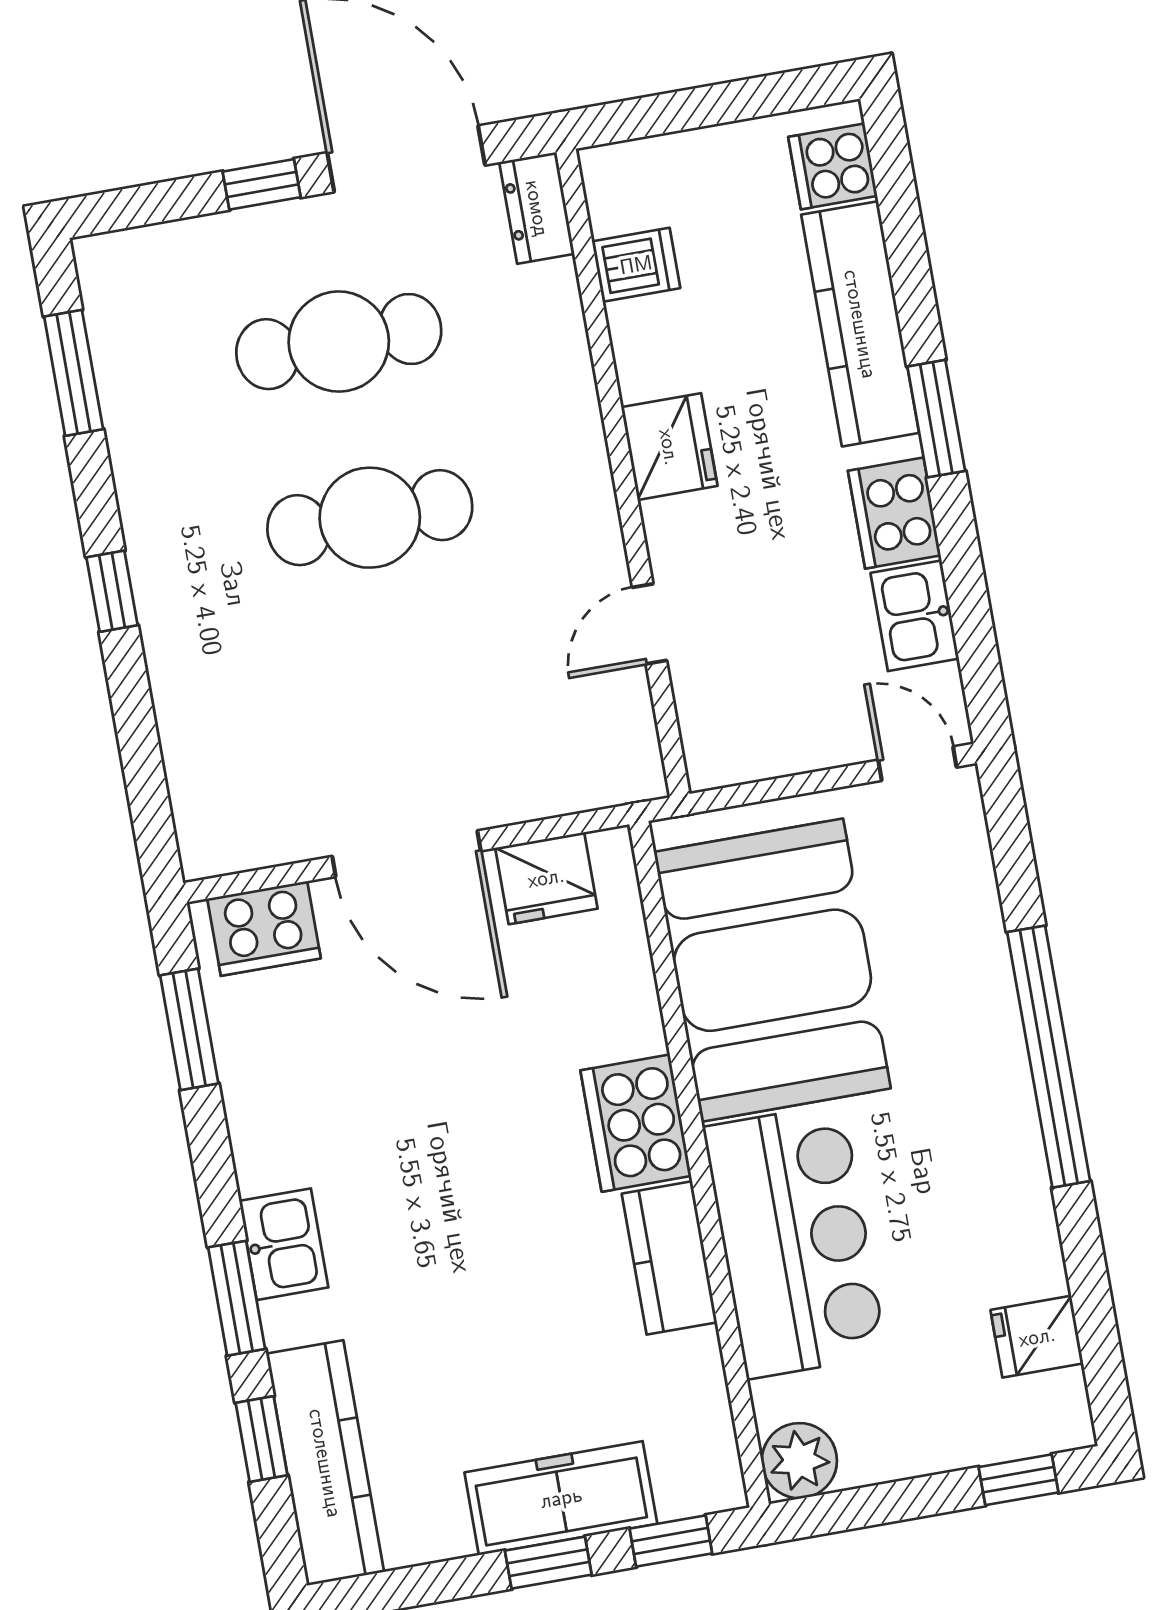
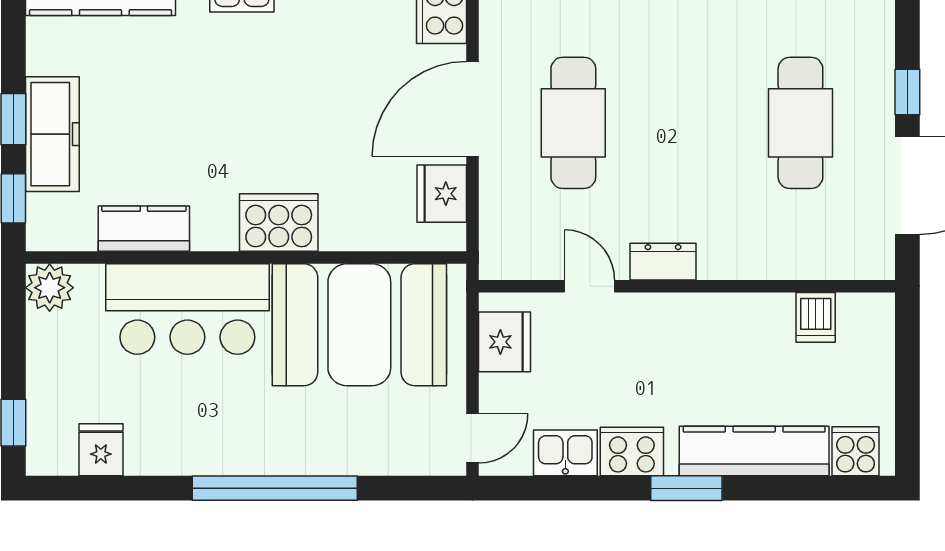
dresser: (537, 208) -> (663, 262), moved
fridge: (669, 447) -> (505, 342), moved, turned -90
cafe table: (370, 518) -> (573, 123), moved
kitchen counter: (669, 1258) -> (144, 229), moved

